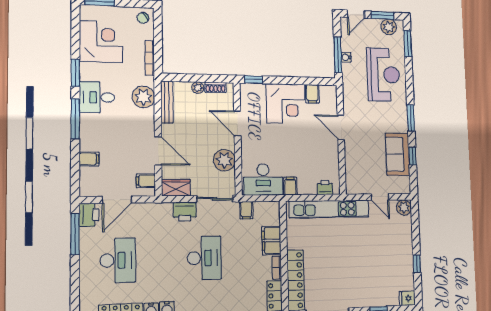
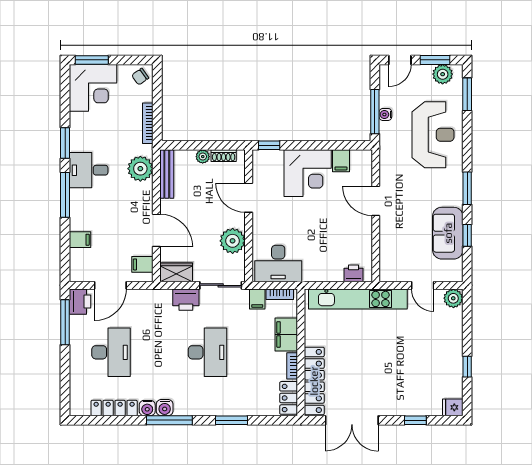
corner desk: (101, 42) -> (93, 88), moved, turned 90
filing cabinet: (290, 186) -> (311, 271), removed
bookcase: (265, 206) -> (280, 294), added

